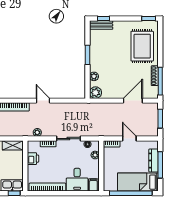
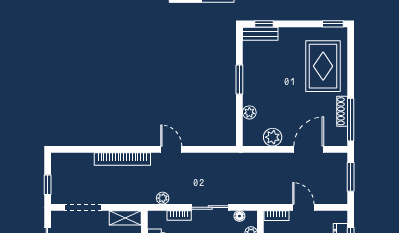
plant: (96, 93) -> (273, 137), moved

